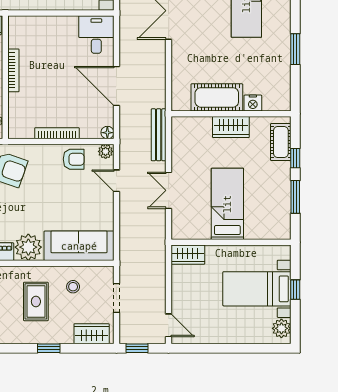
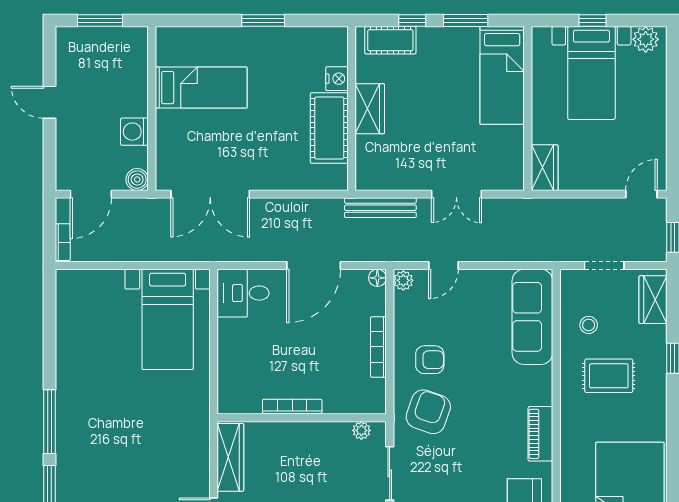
armchair: (74, 159) -> (430, 360), moved, turned 90
bed: (227, 204) -> (502, 75), moved, turned -90
plant: (28, 247) -> (534, 386), removed

